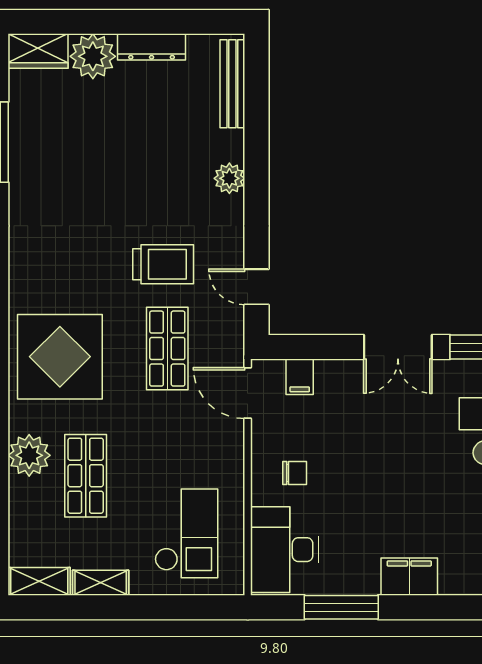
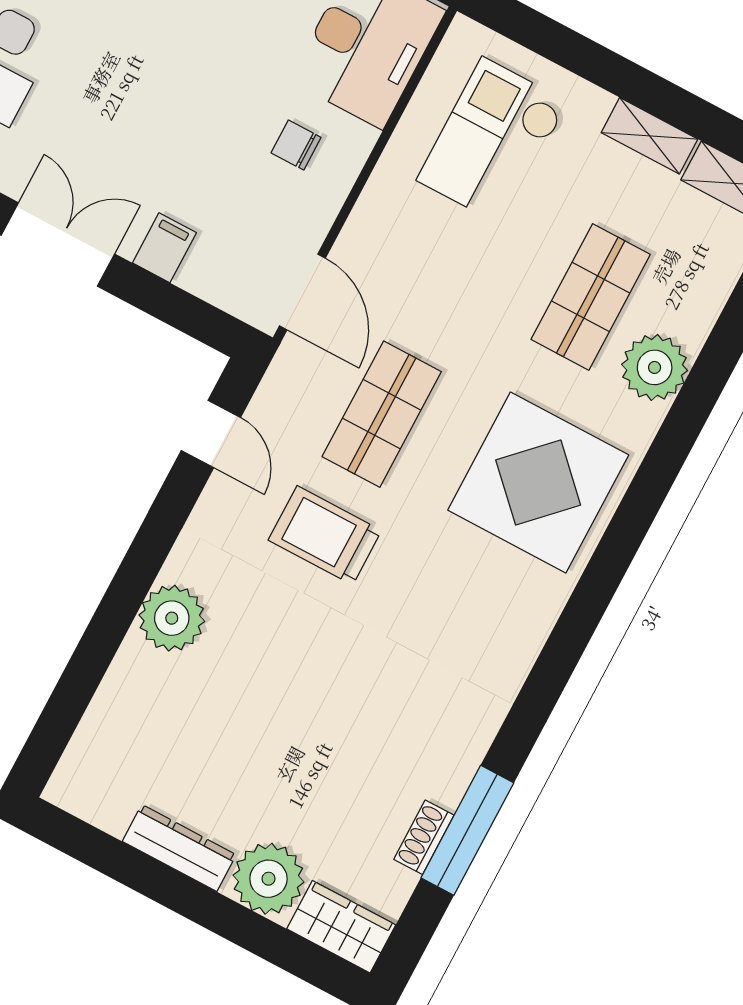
bench: (232, 84) -> (94, 736), removed
shoe rack: (19, 125) -> (424, 837), added
plant: (229, 178) -> (172, 618), width x1.36, depth x1.36
filing cabinet: (300, 377) -> (164, 248), moved

